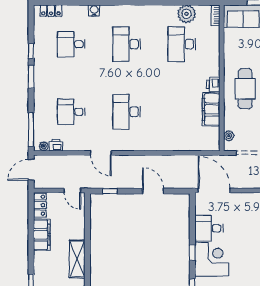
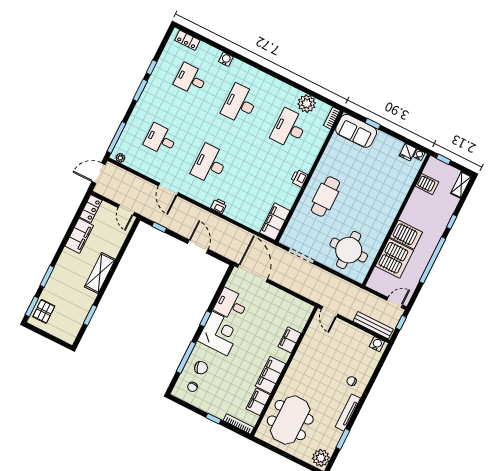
filing cabinet: (211, 109) -> (275, 222), moved
plant: (229, 136) -> (290, 231), removed
printer: (56, 145) -> (219, 206), moved

